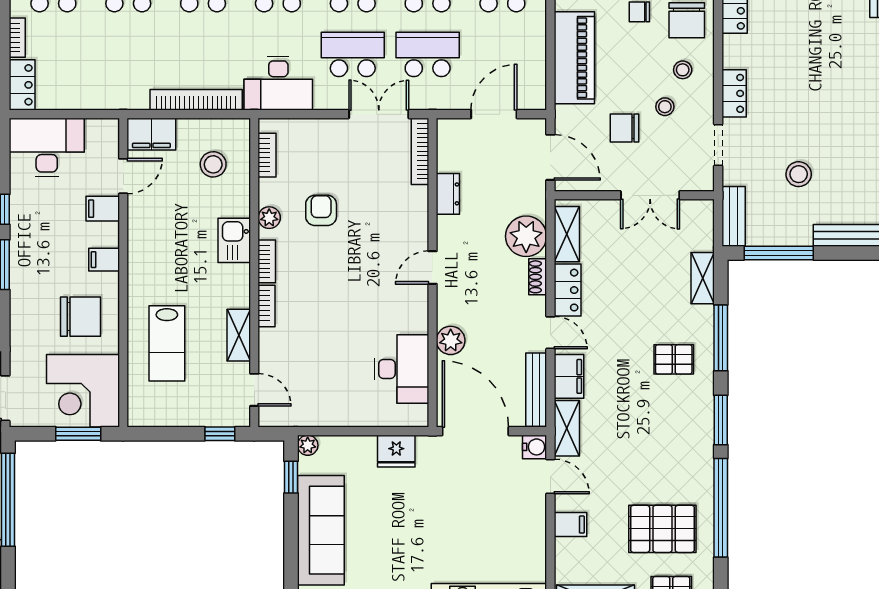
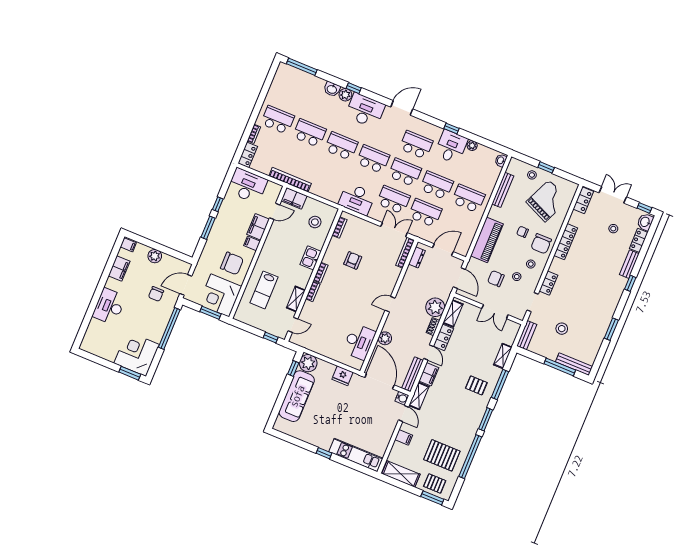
bookcase: (196, 100) -> (290, 180), moved
dresser: (448, 194) -> (417, 257), moved
filing cabinet: (103, 209) -> (258, 227), width x2.00
plant: (269, 218) -> (329, 254), removed
window: (779, 253) -> (560, 367), moved
door: (254, 390) -> (293, 325), hinge flipped
plant: (308, 445) -> (308, 363), width x1.87, depth x1.87

